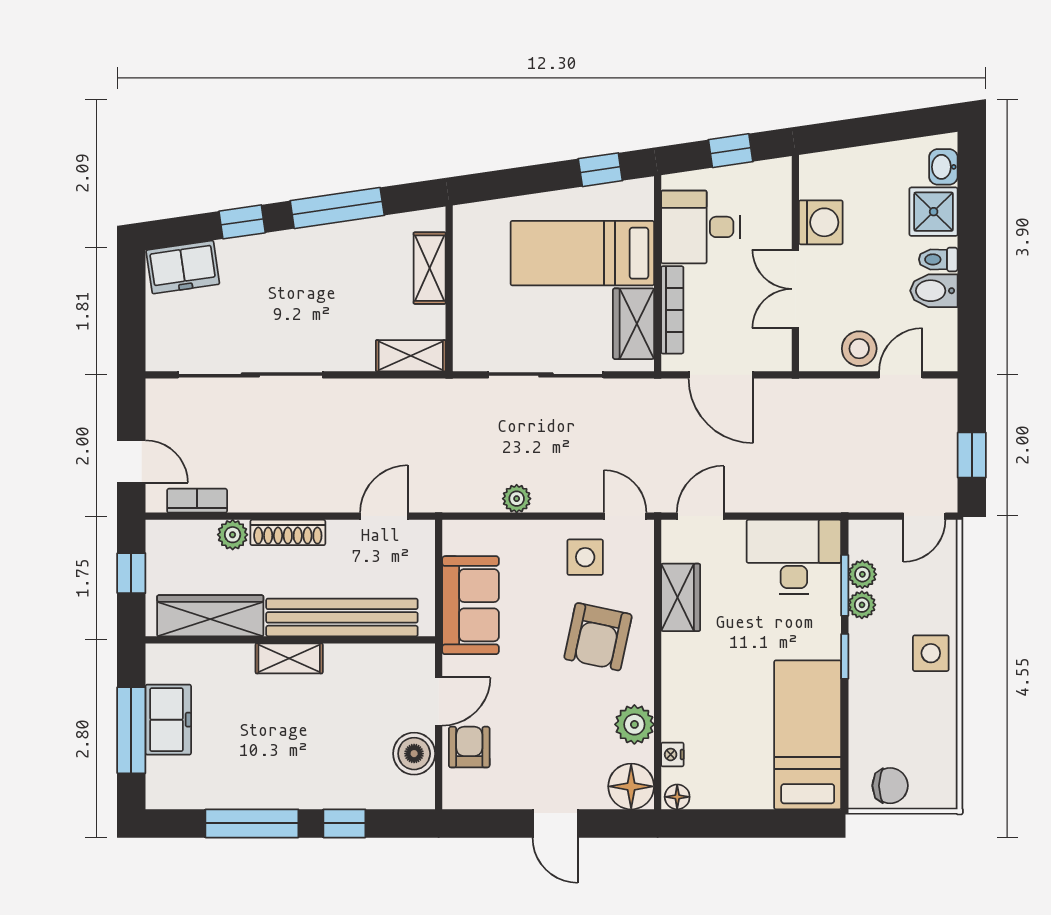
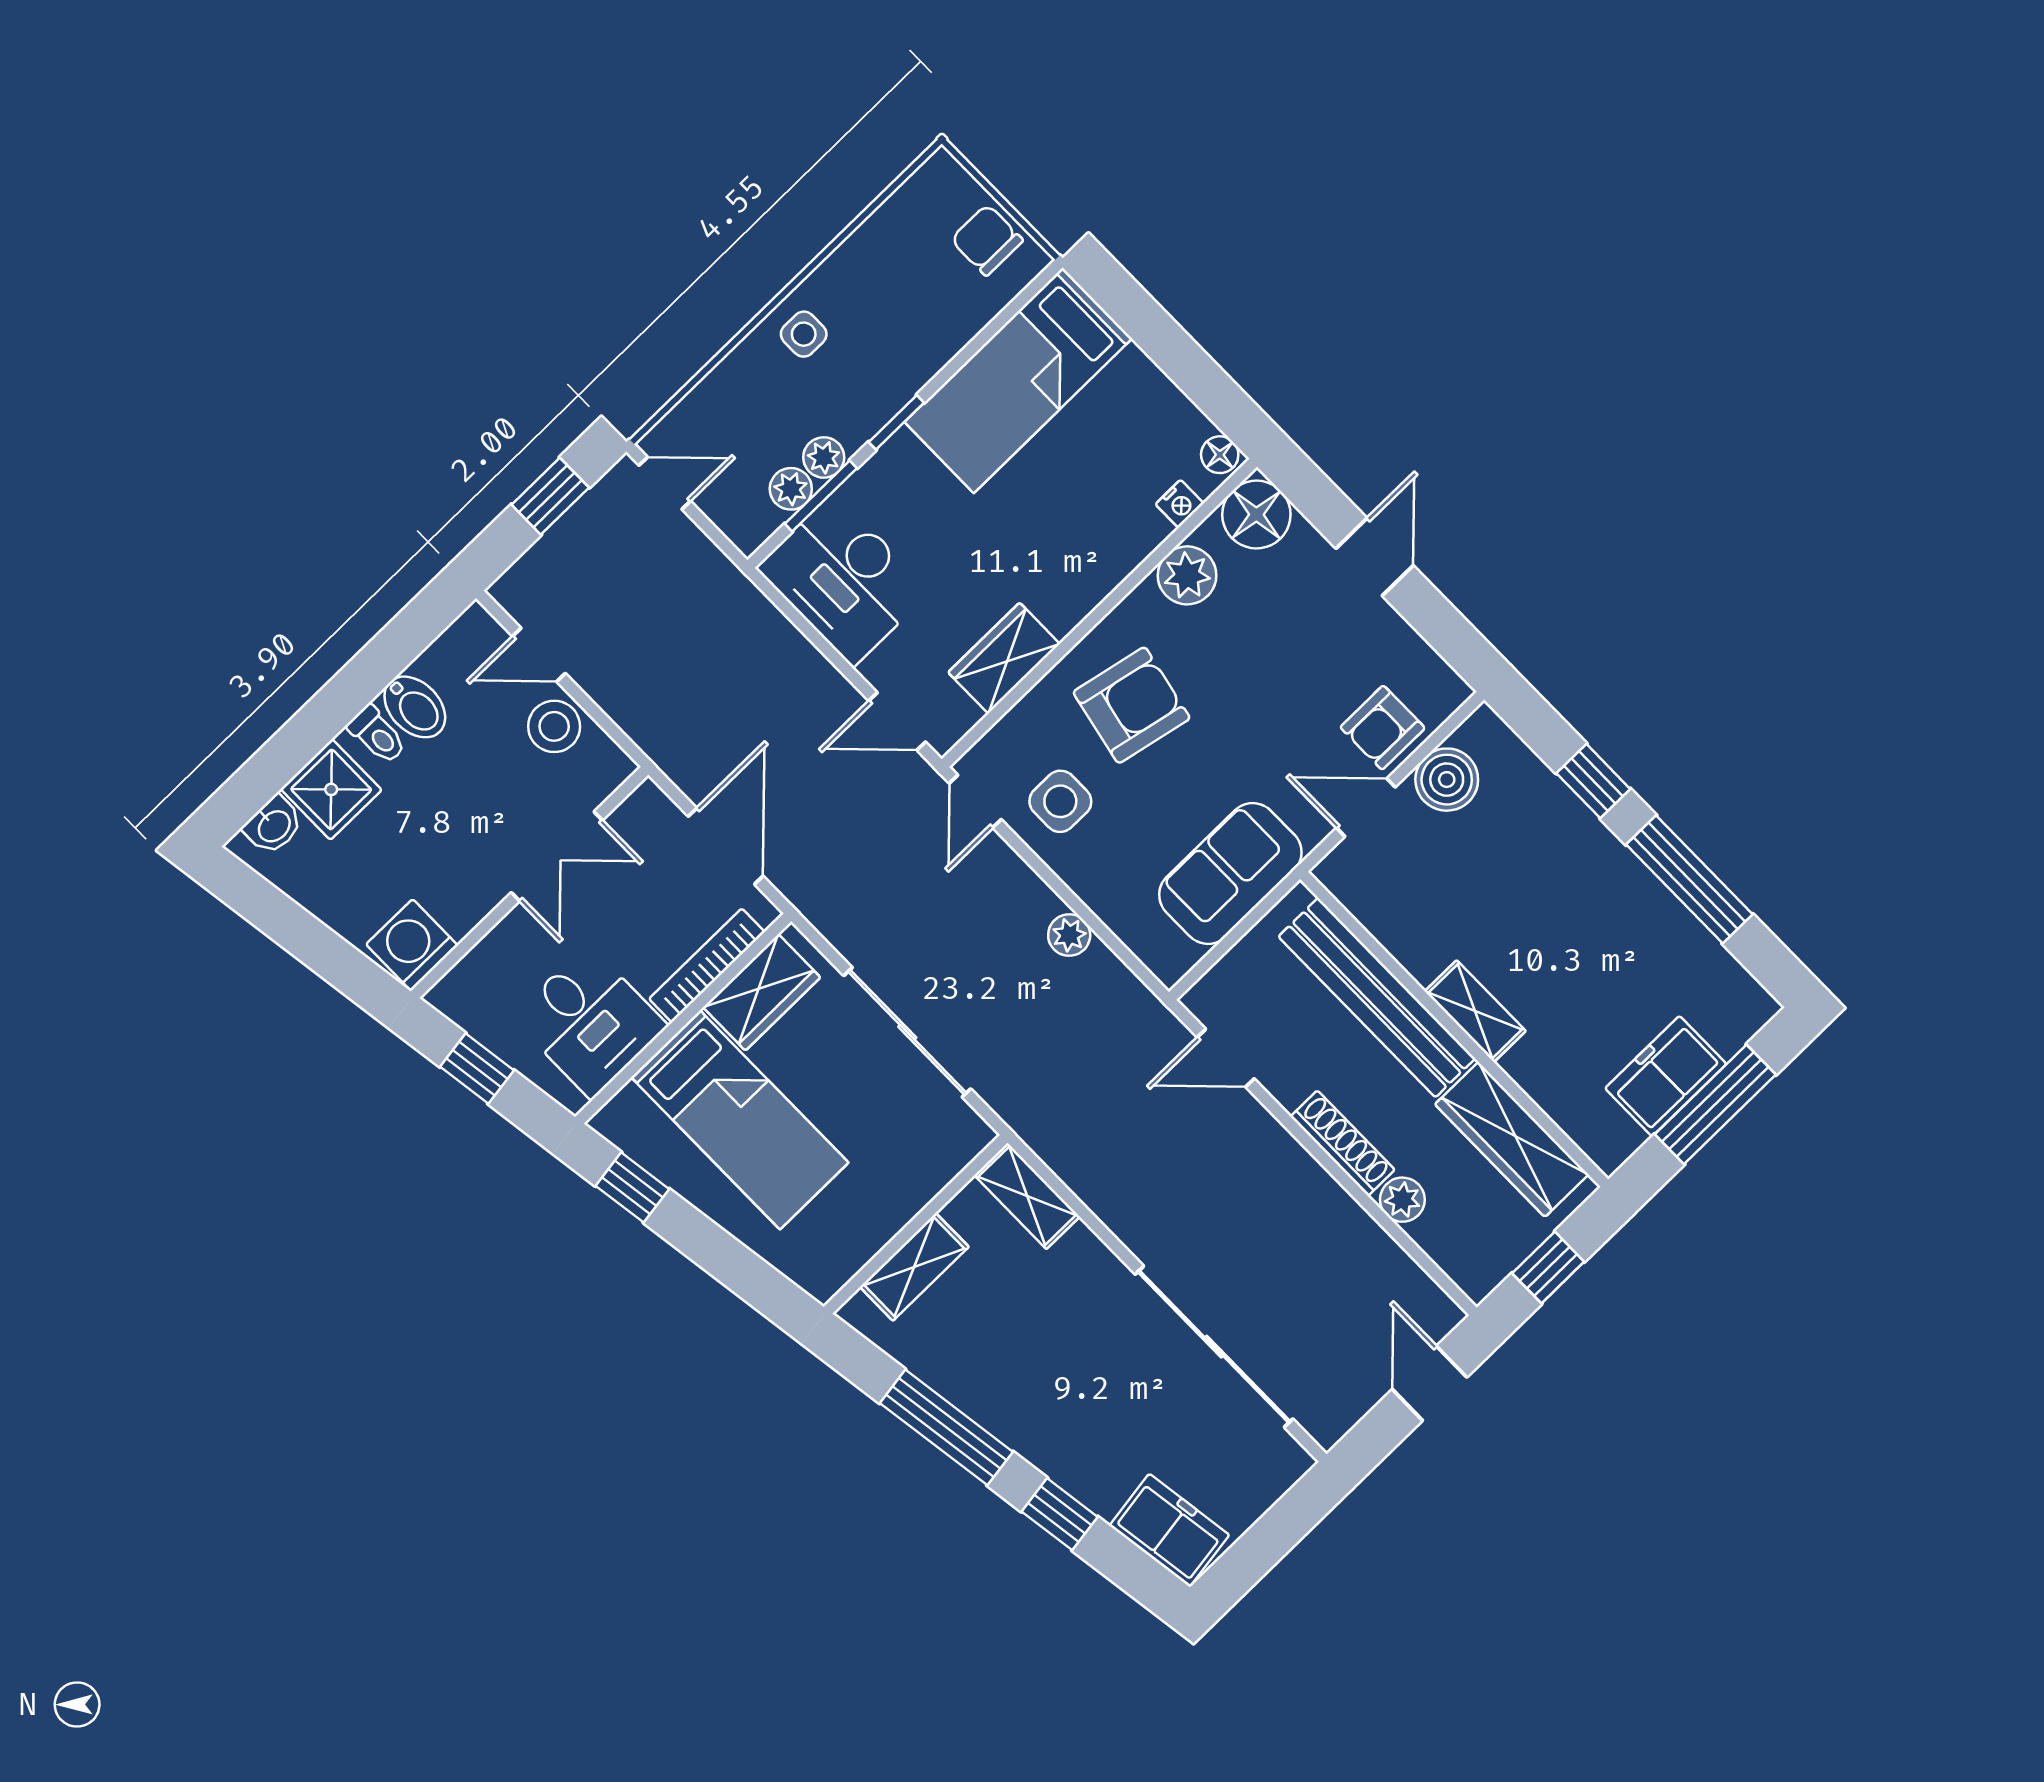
washing machine: (821, 222) -> (412, 945), moved
bookcase: (197, 501) -> (1403, 1273), removed
side table: (931, 653) -> (804, 334), width x0.73, depth x0.73

